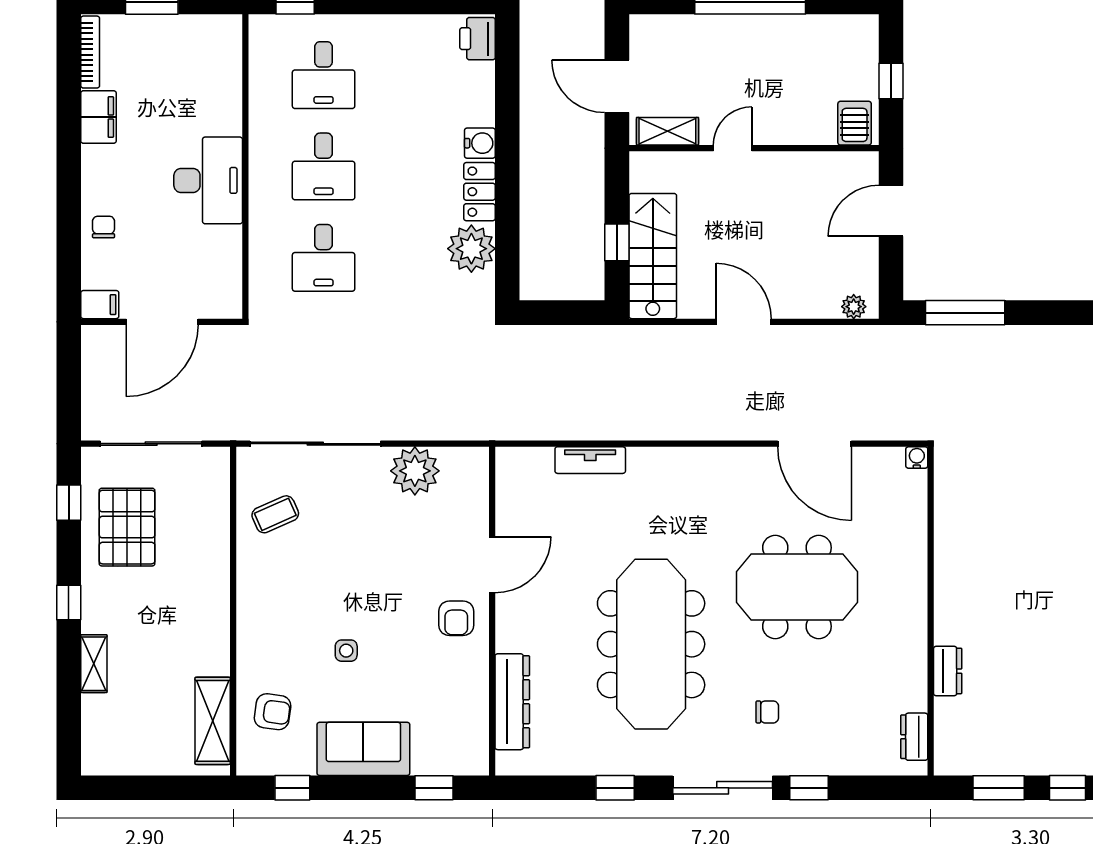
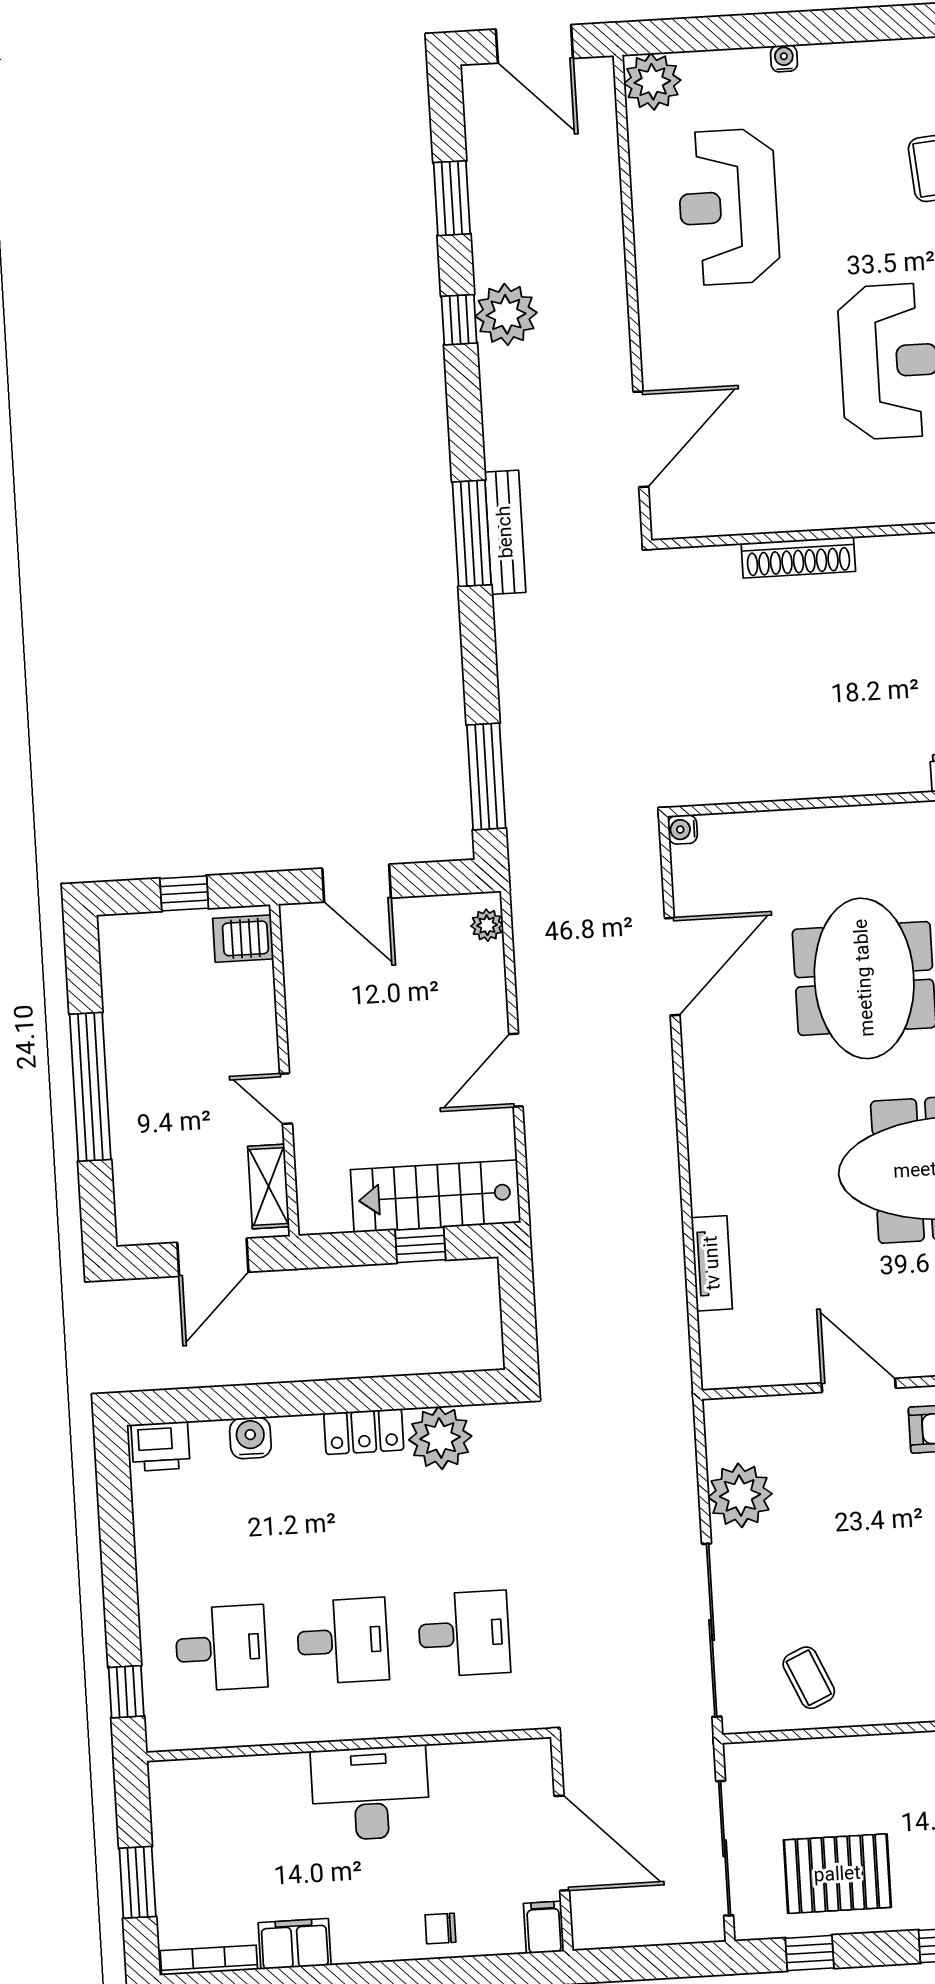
water cooler: (480, 143) -> (250, 1438), moved

